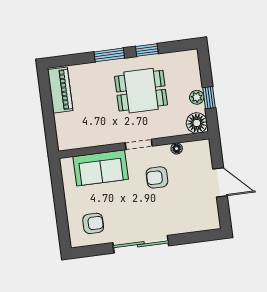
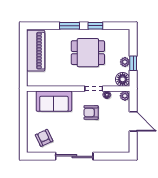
piano: (60, 90) -> (36, 51), width x1.37, depth x1.33
doorway: (139, 144) -> (94, 89), moved
plant: (203, 147) -> (125, 96), added
armchair: (93, 223) -> (44, 138), turned -115

